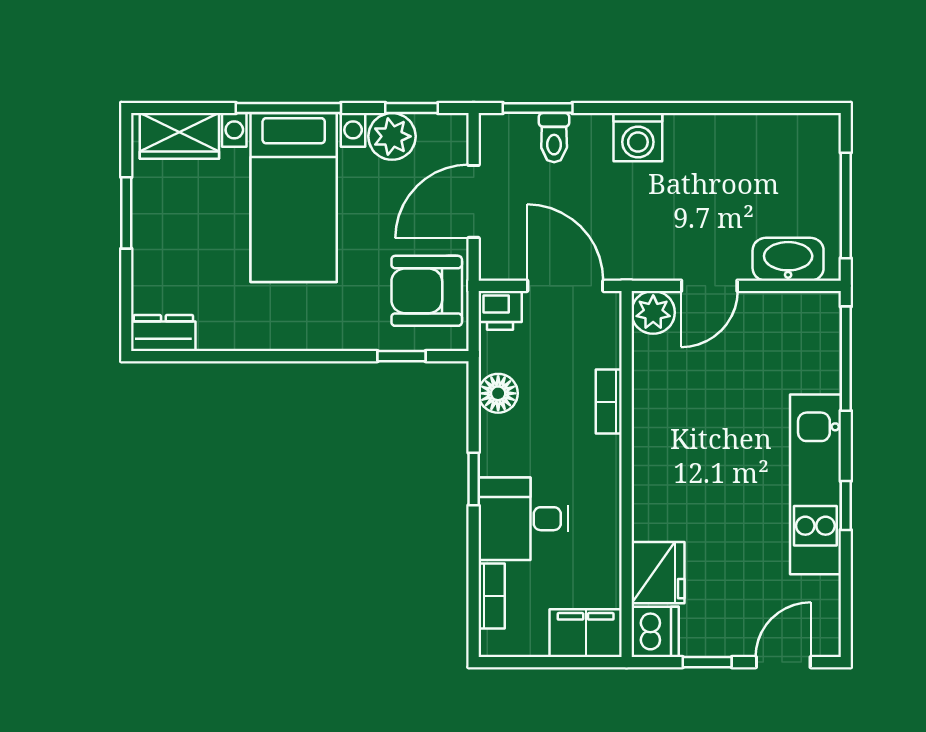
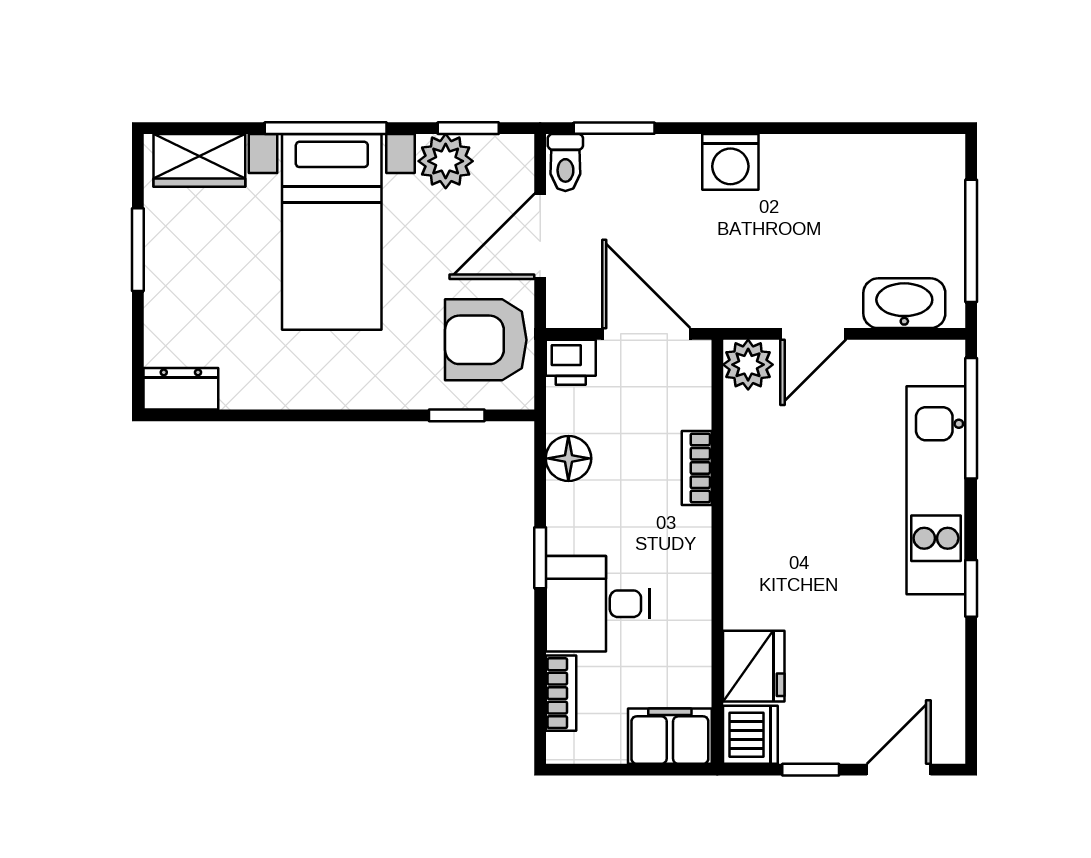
toilet: (554, 138) -> (565, 162), moved
kitchen unit: (815, 484) -> (936, 490), moved

